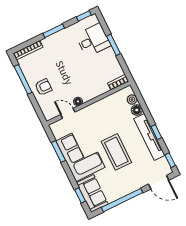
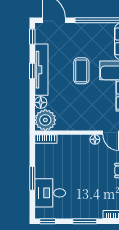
plant: (132, 100) -> (45, 120), width x1.88, depth x1.88
coffee table: (116, 152) -> (81, 71), width x0.73, depth x0.76

